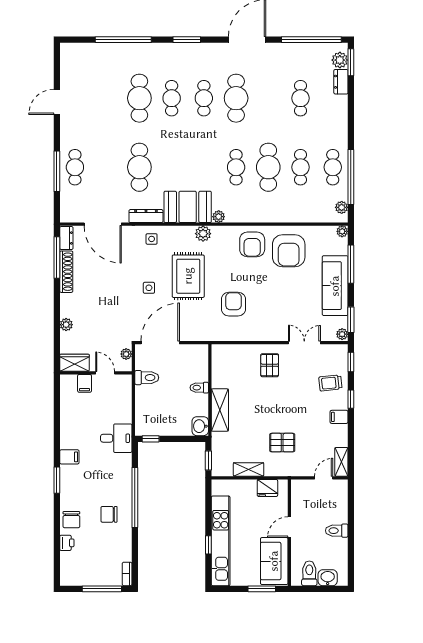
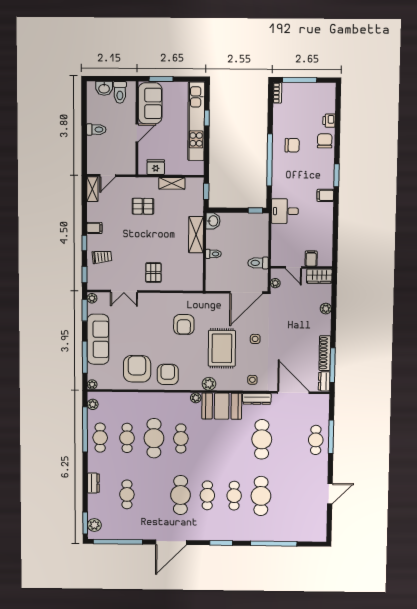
dresser: (341, 82) -> (93, 483), moved

